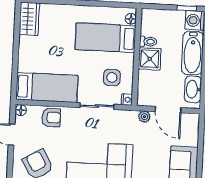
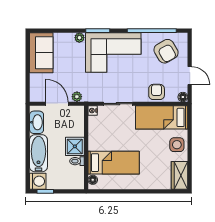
side table: (112, 77) -> (177, 145), moved
armchair: (51, 117) -> (157, 92), turned 90

